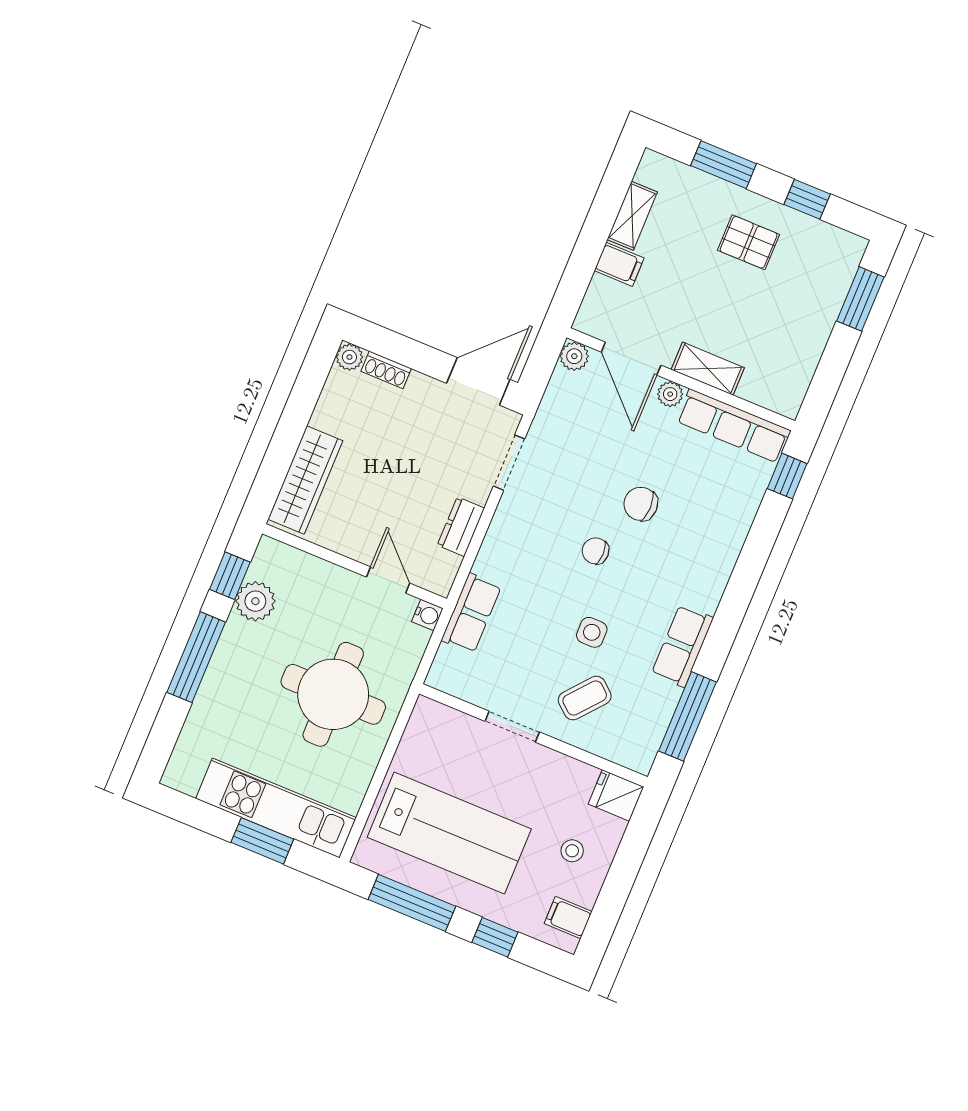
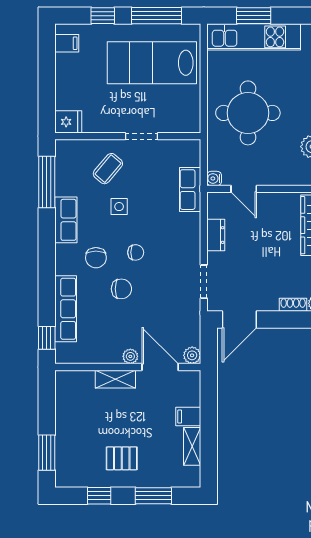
row of seats: (733, 426) -> (66, 309), moved, turned 90
chair: (660, 568) -> (96, 258), added
stool: (572, 851) -> (80, 81), removed

